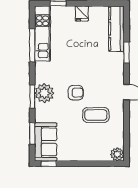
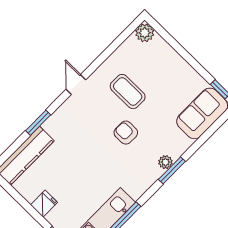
plant: (44, 93) -> (165, 162), width x0.53, depth x0.53
window: (32, 134) -> (207, 134), removed

